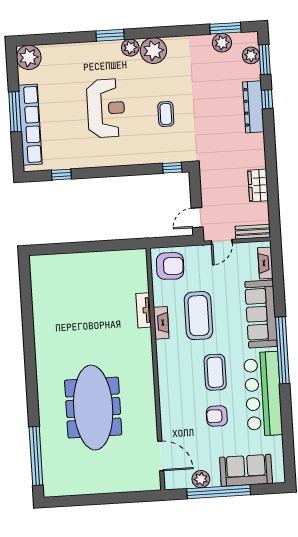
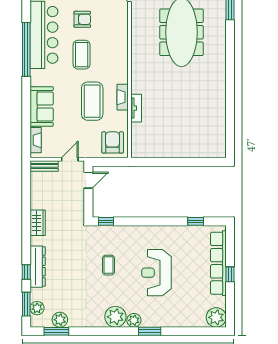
window: (15, 112) -> (230, 274), width x0.46
wardrobe: (258, 185) -> (38, 223), moved
armchair: (170, 266) -> (113, 142), turned 88
sofa: (261, 314) -> (42, 106), width x0.73
window: (282, 350) -> (26, 49), moved

